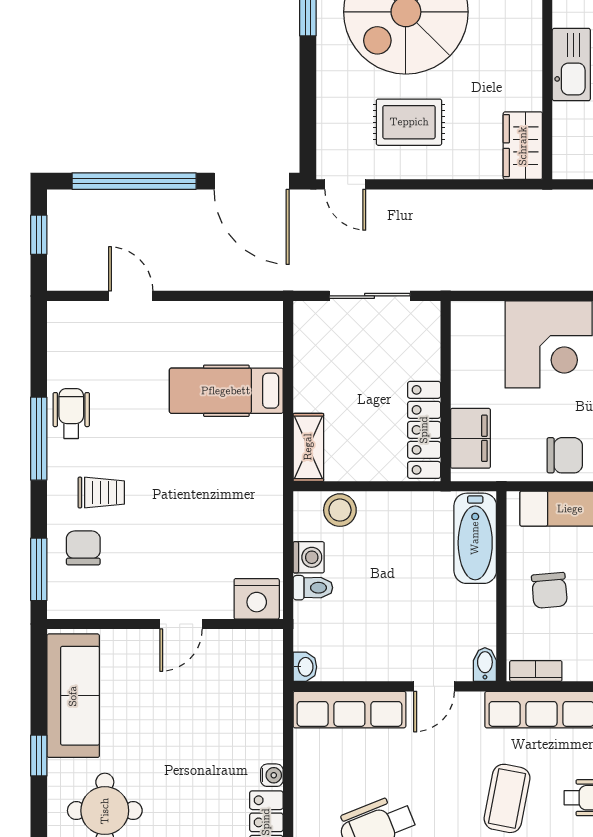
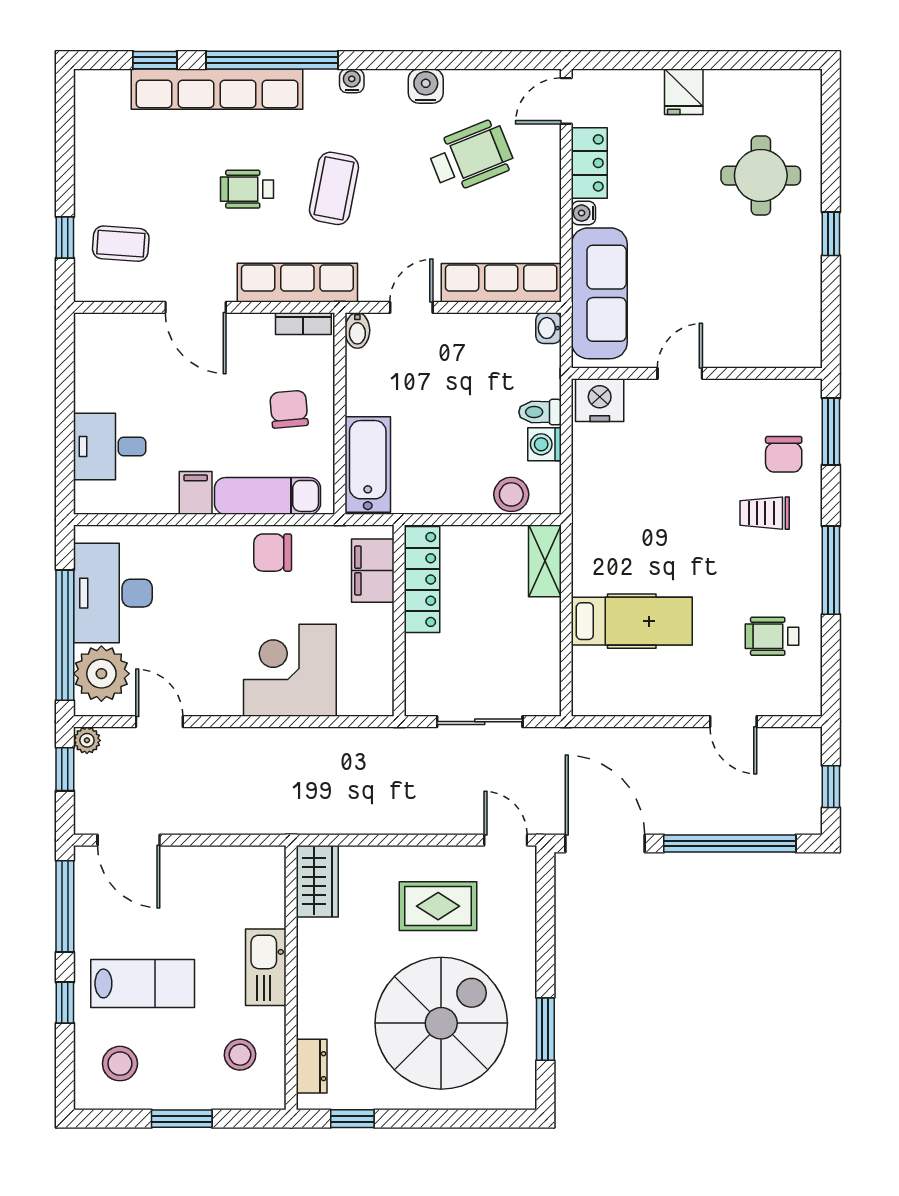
wheelchair: (71, 414) -> (772, 636), moved, turned 90
sofa: (73, 696) -> (599, 293), moved, turned 180

